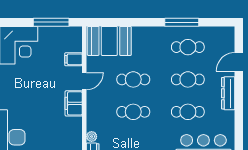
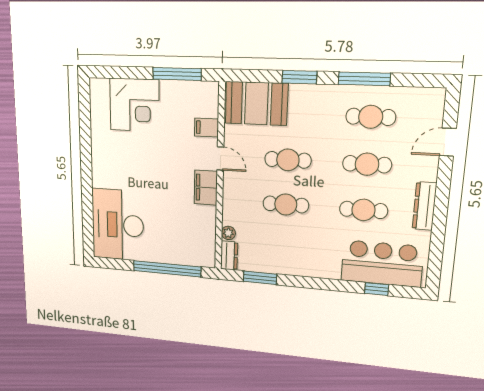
window: (138, 22) -> (299, 77), added
door: (84, 81) -> (220, 159), hinge flipped
dresser: (228, 93) -> (424, 206), moved

